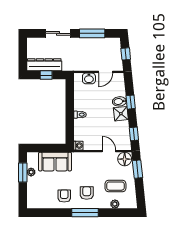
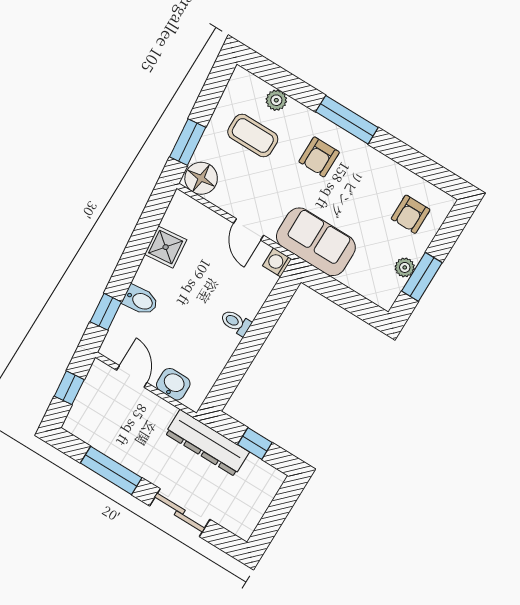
dresser: (44, 65) -> (207, 443), moved
door: (106, 72) -> (132, 376), hinge flipped
window: (131, 102) -> (106, 312), moved
shower: (121, 114) -> (166, 247), moved
window: (134, 134) -> (151, 217), removed
door: (109, 151) -> (249, 229), moved
sofa: (55, 162) -> (316, 242), moved
armchair: (64, 196) -> (411, 214), moved

